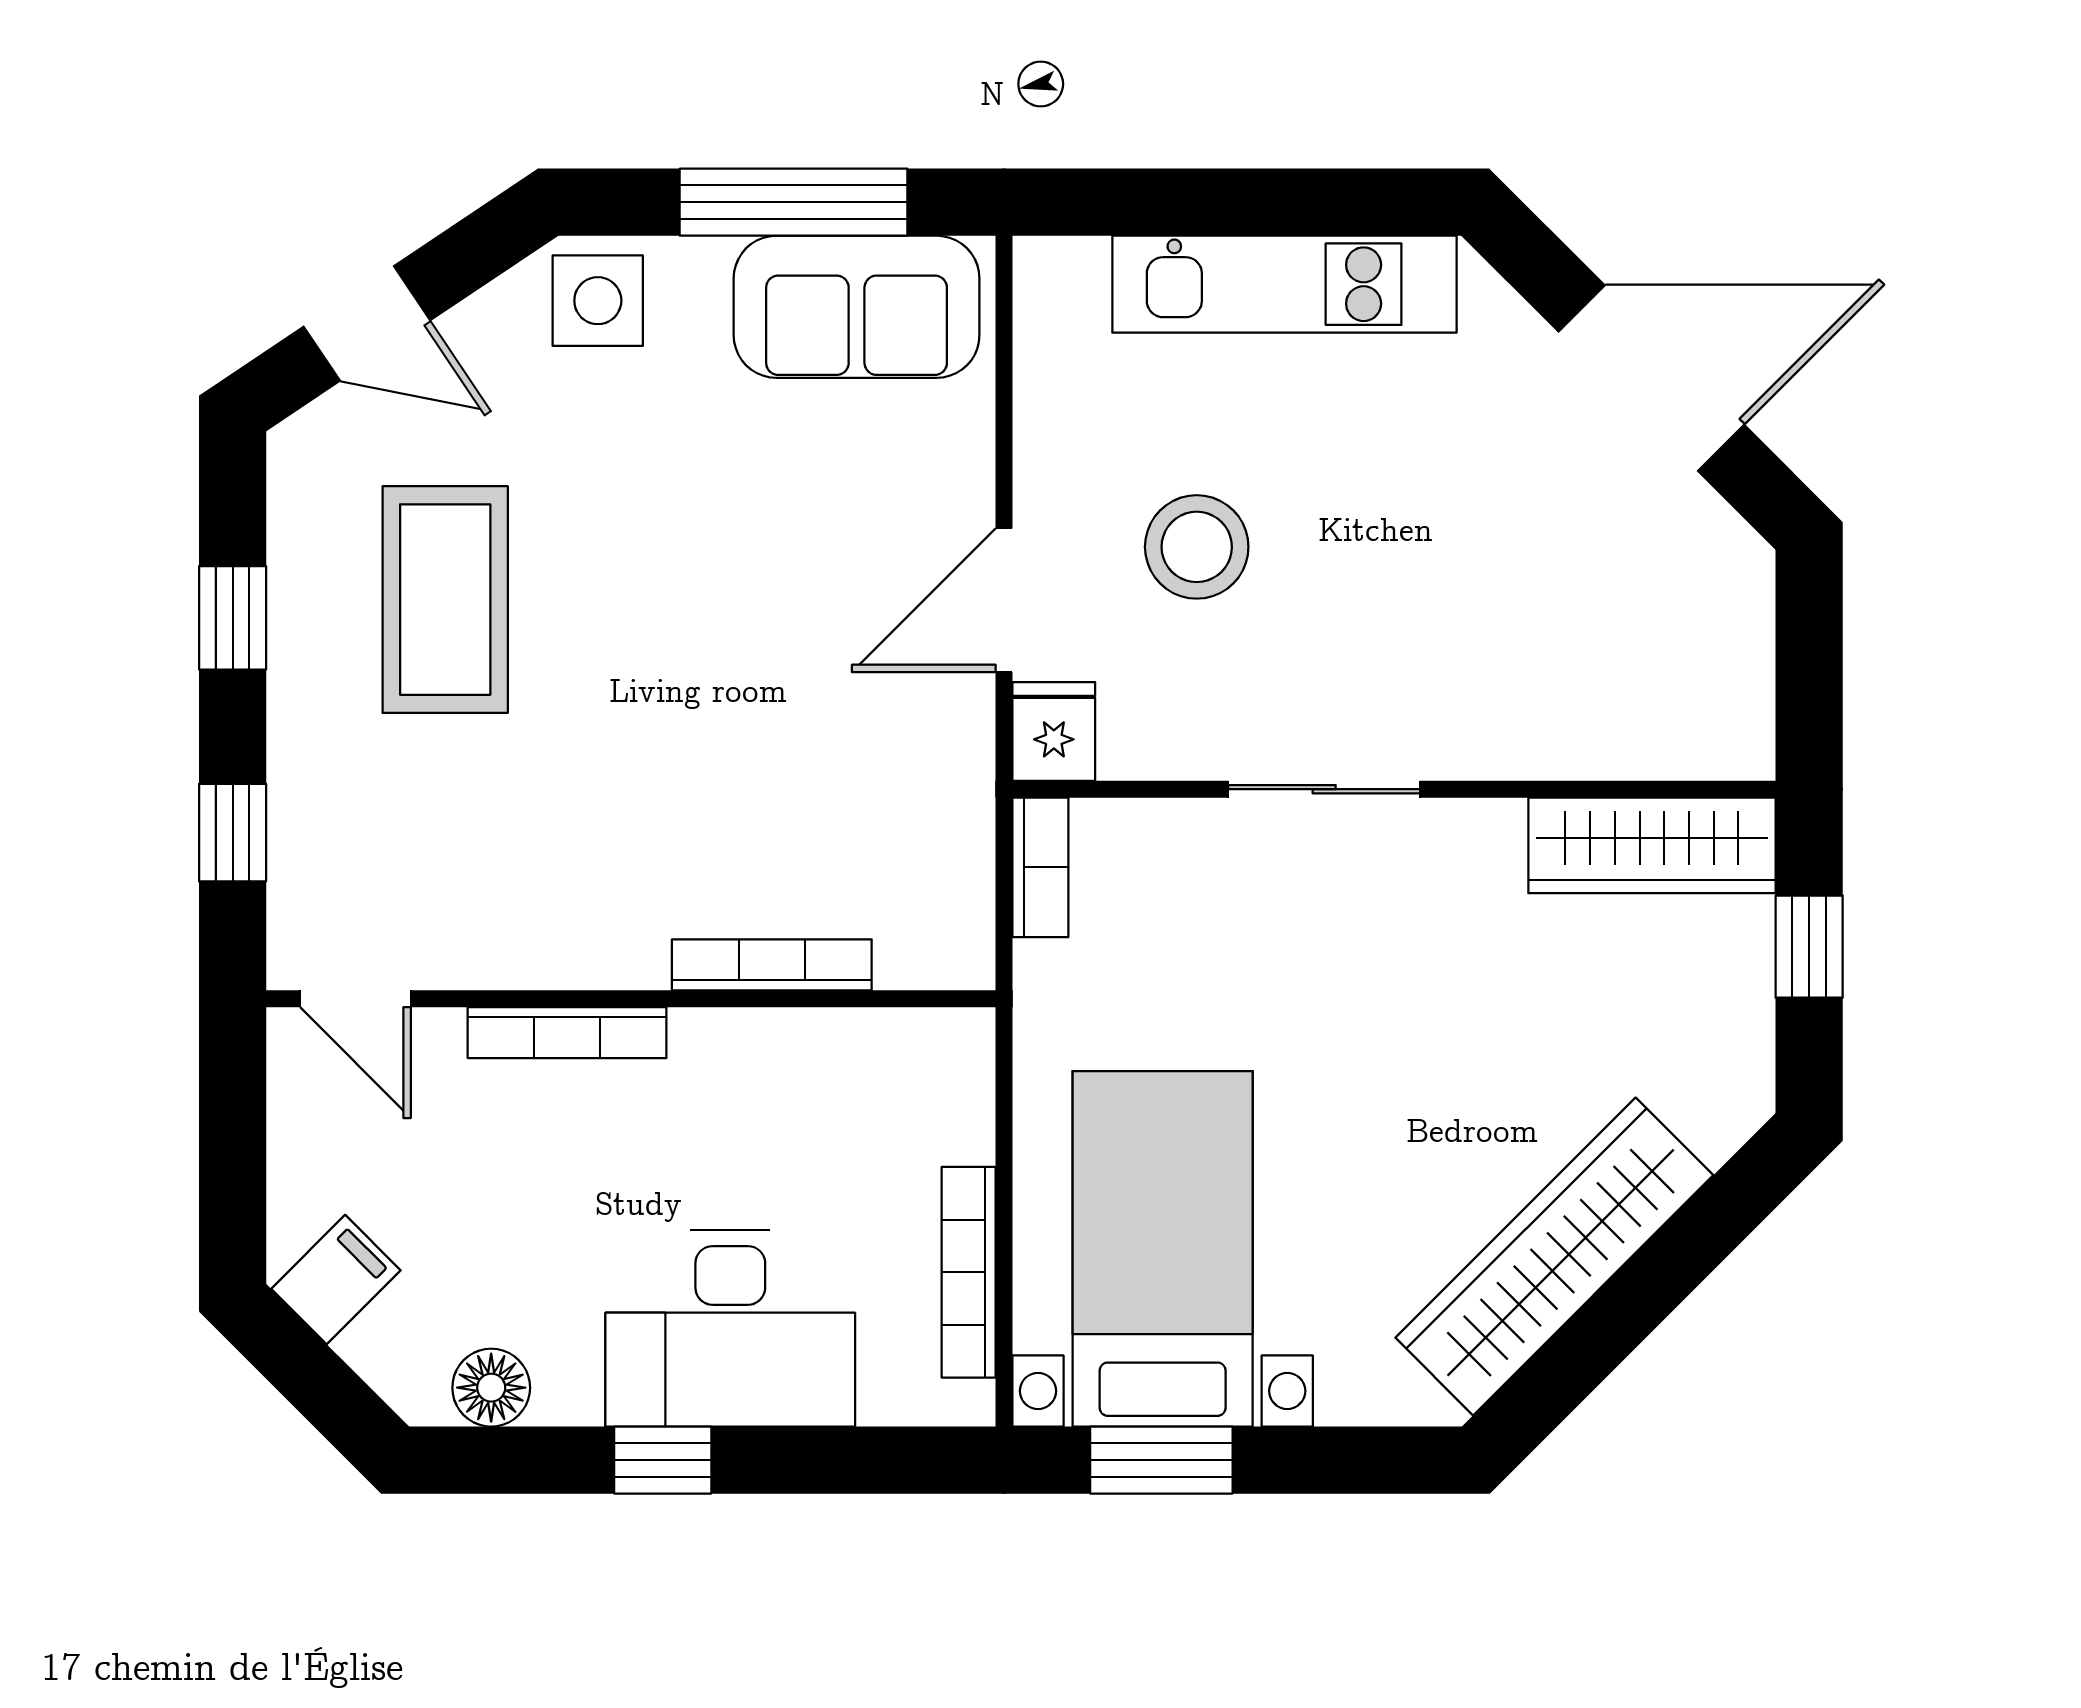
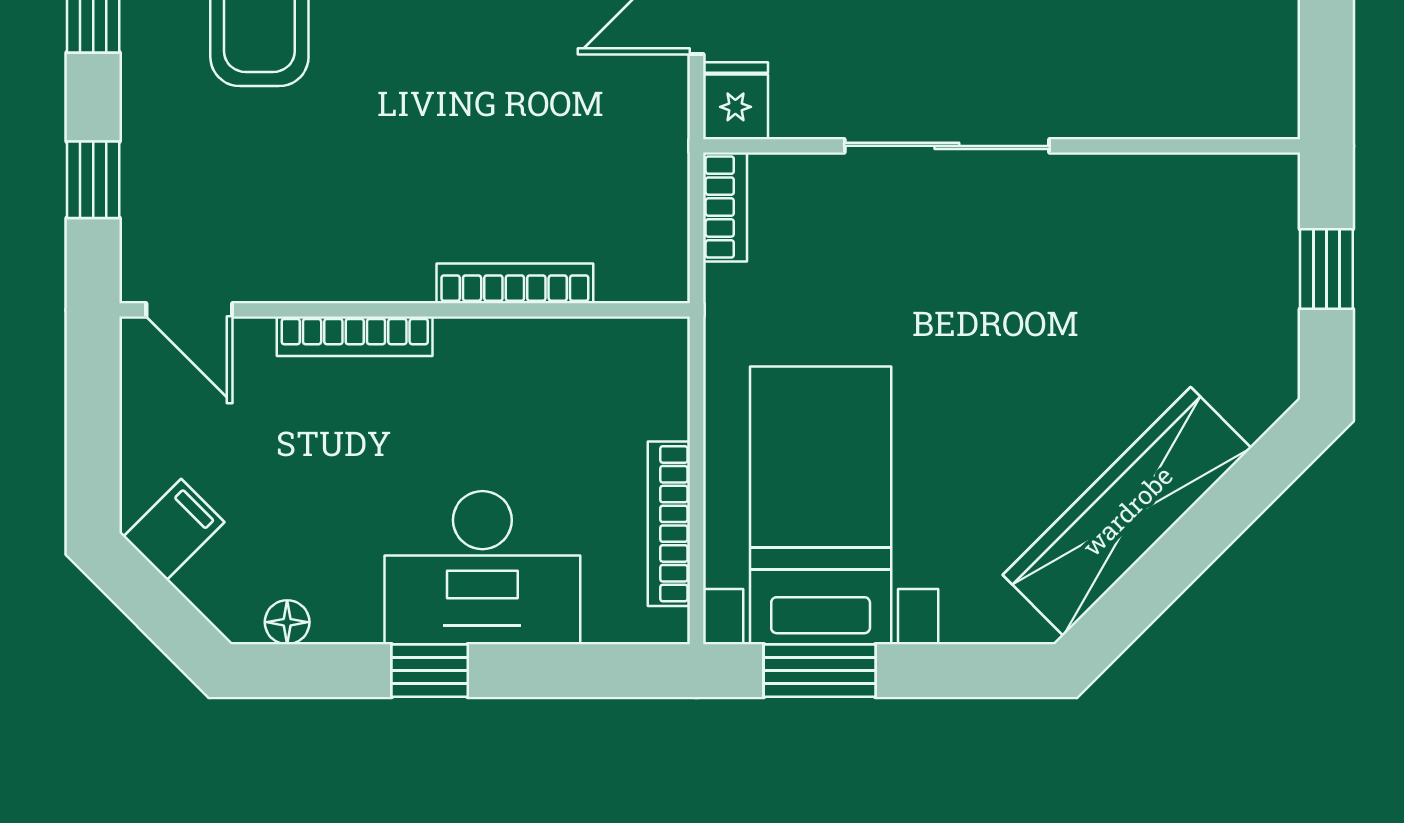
sliding door: (1324, 789) -> (947, 146), width x1.37
wardrobe: (1652, 845) -> (1203, 190), removed
floor lamp: (491, 1388) -> (287, 622), width x0.73, depth x0.73

